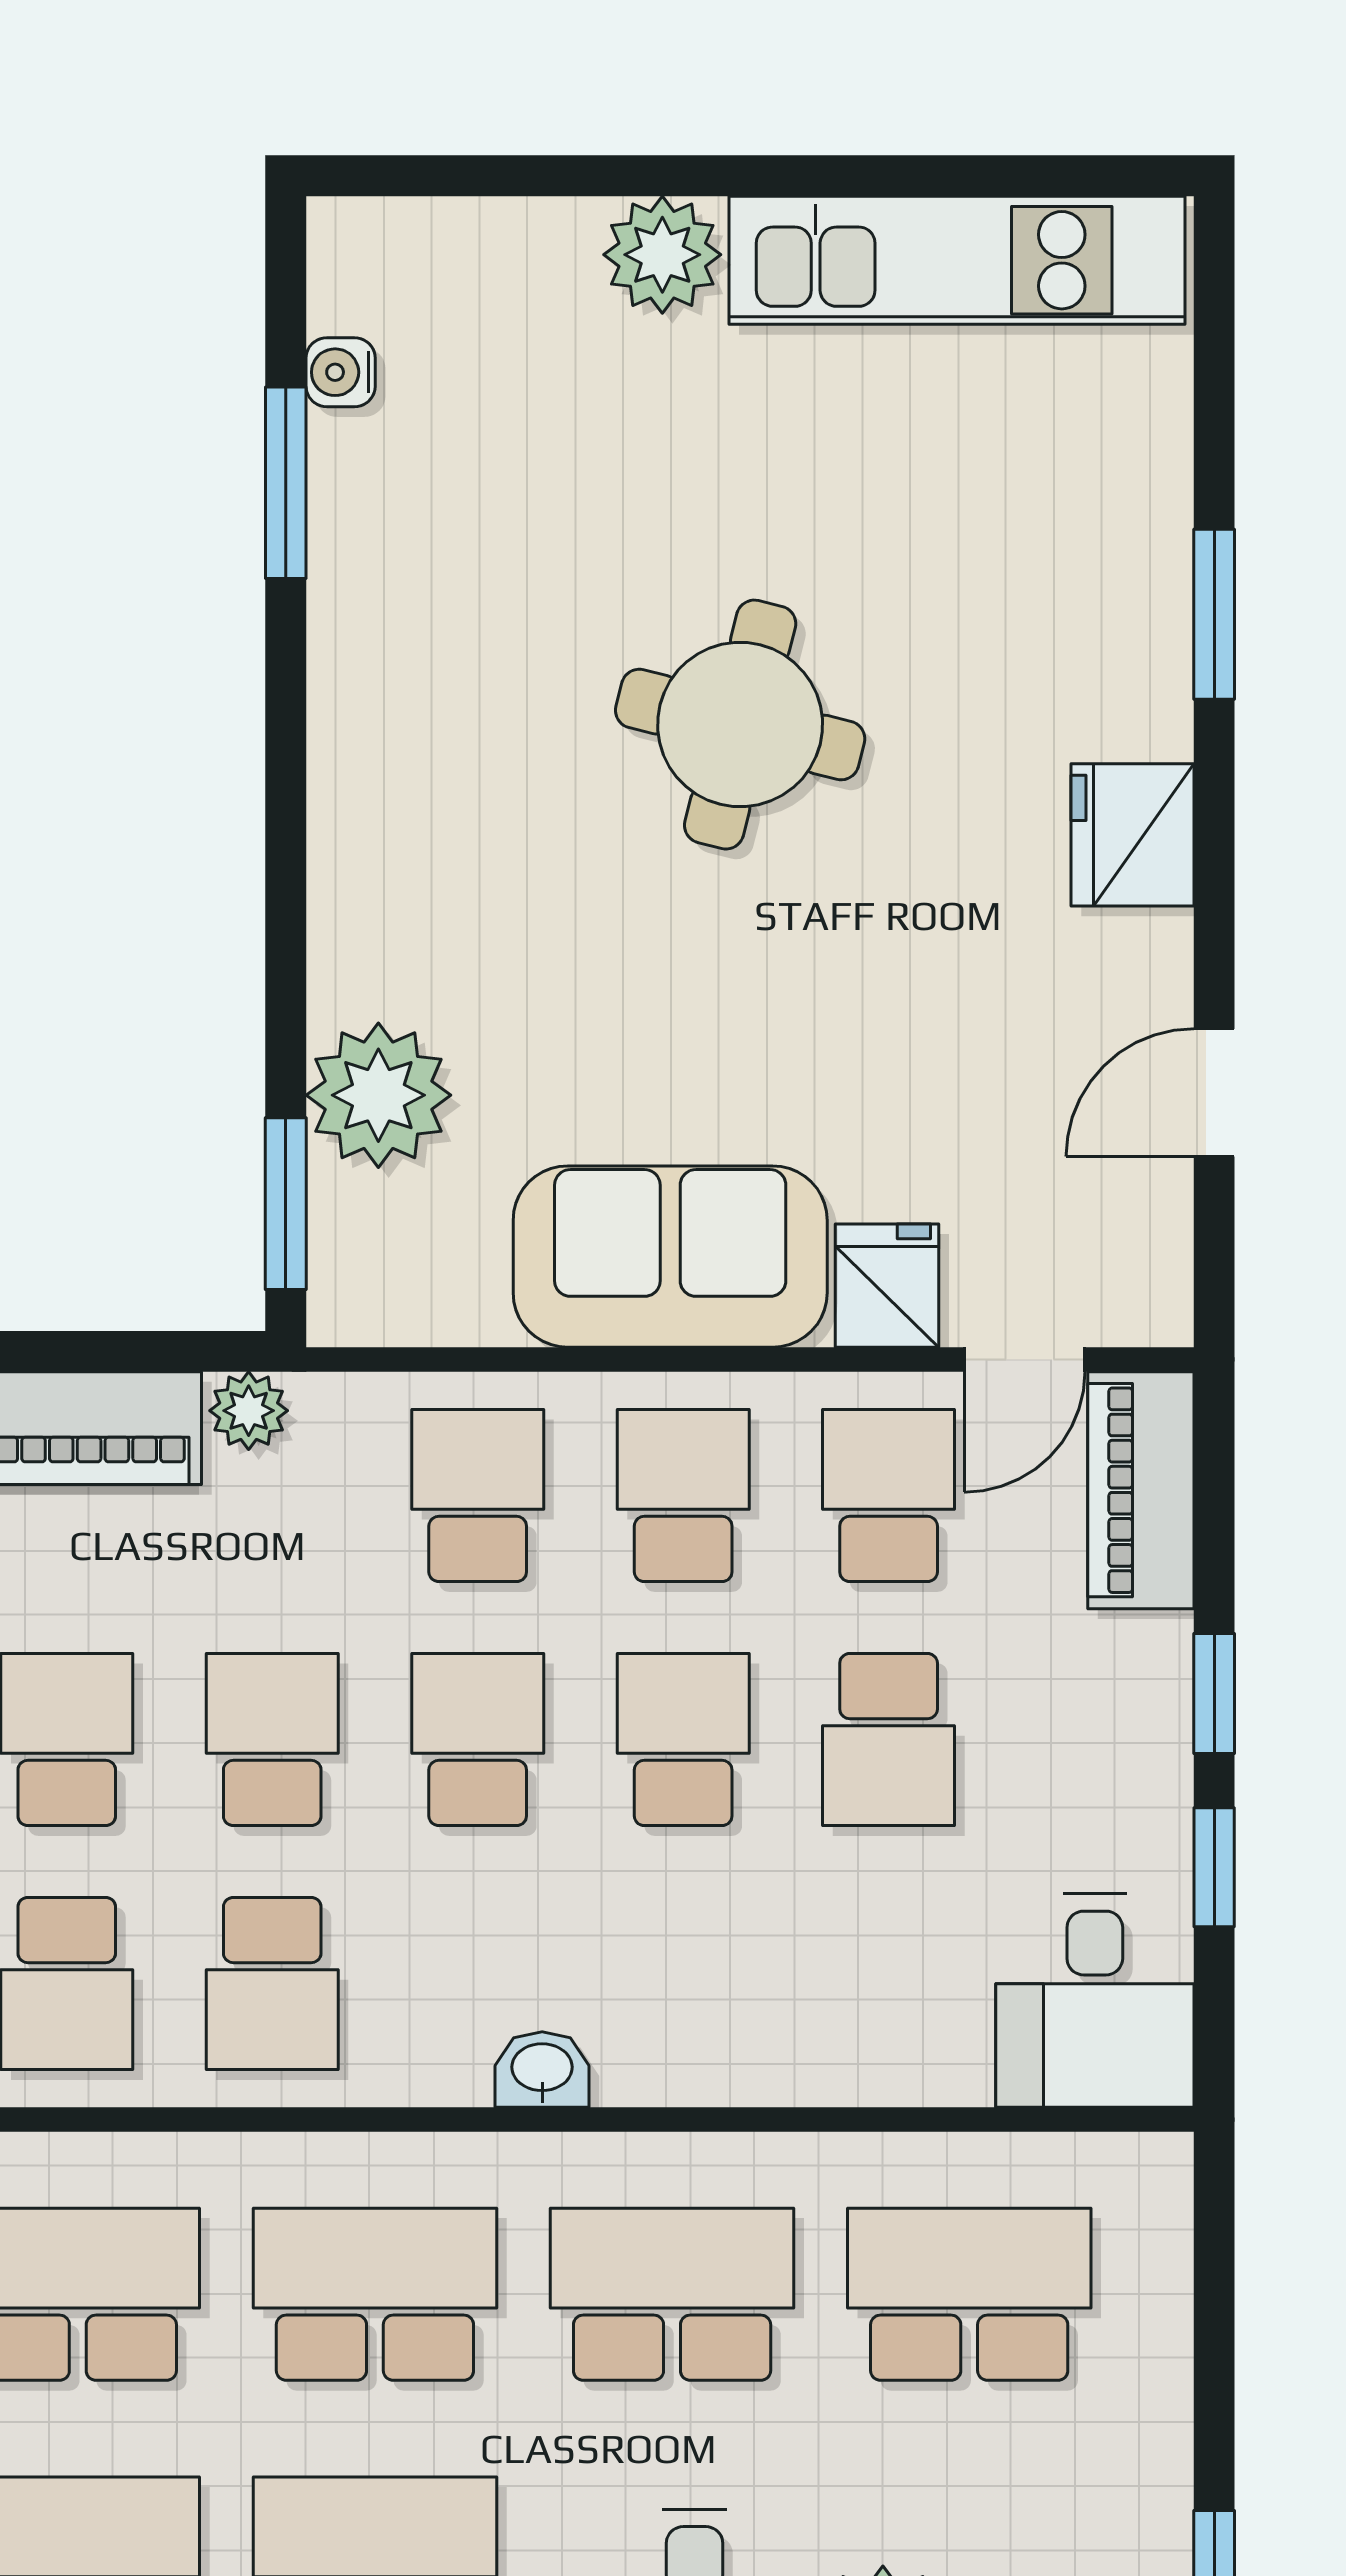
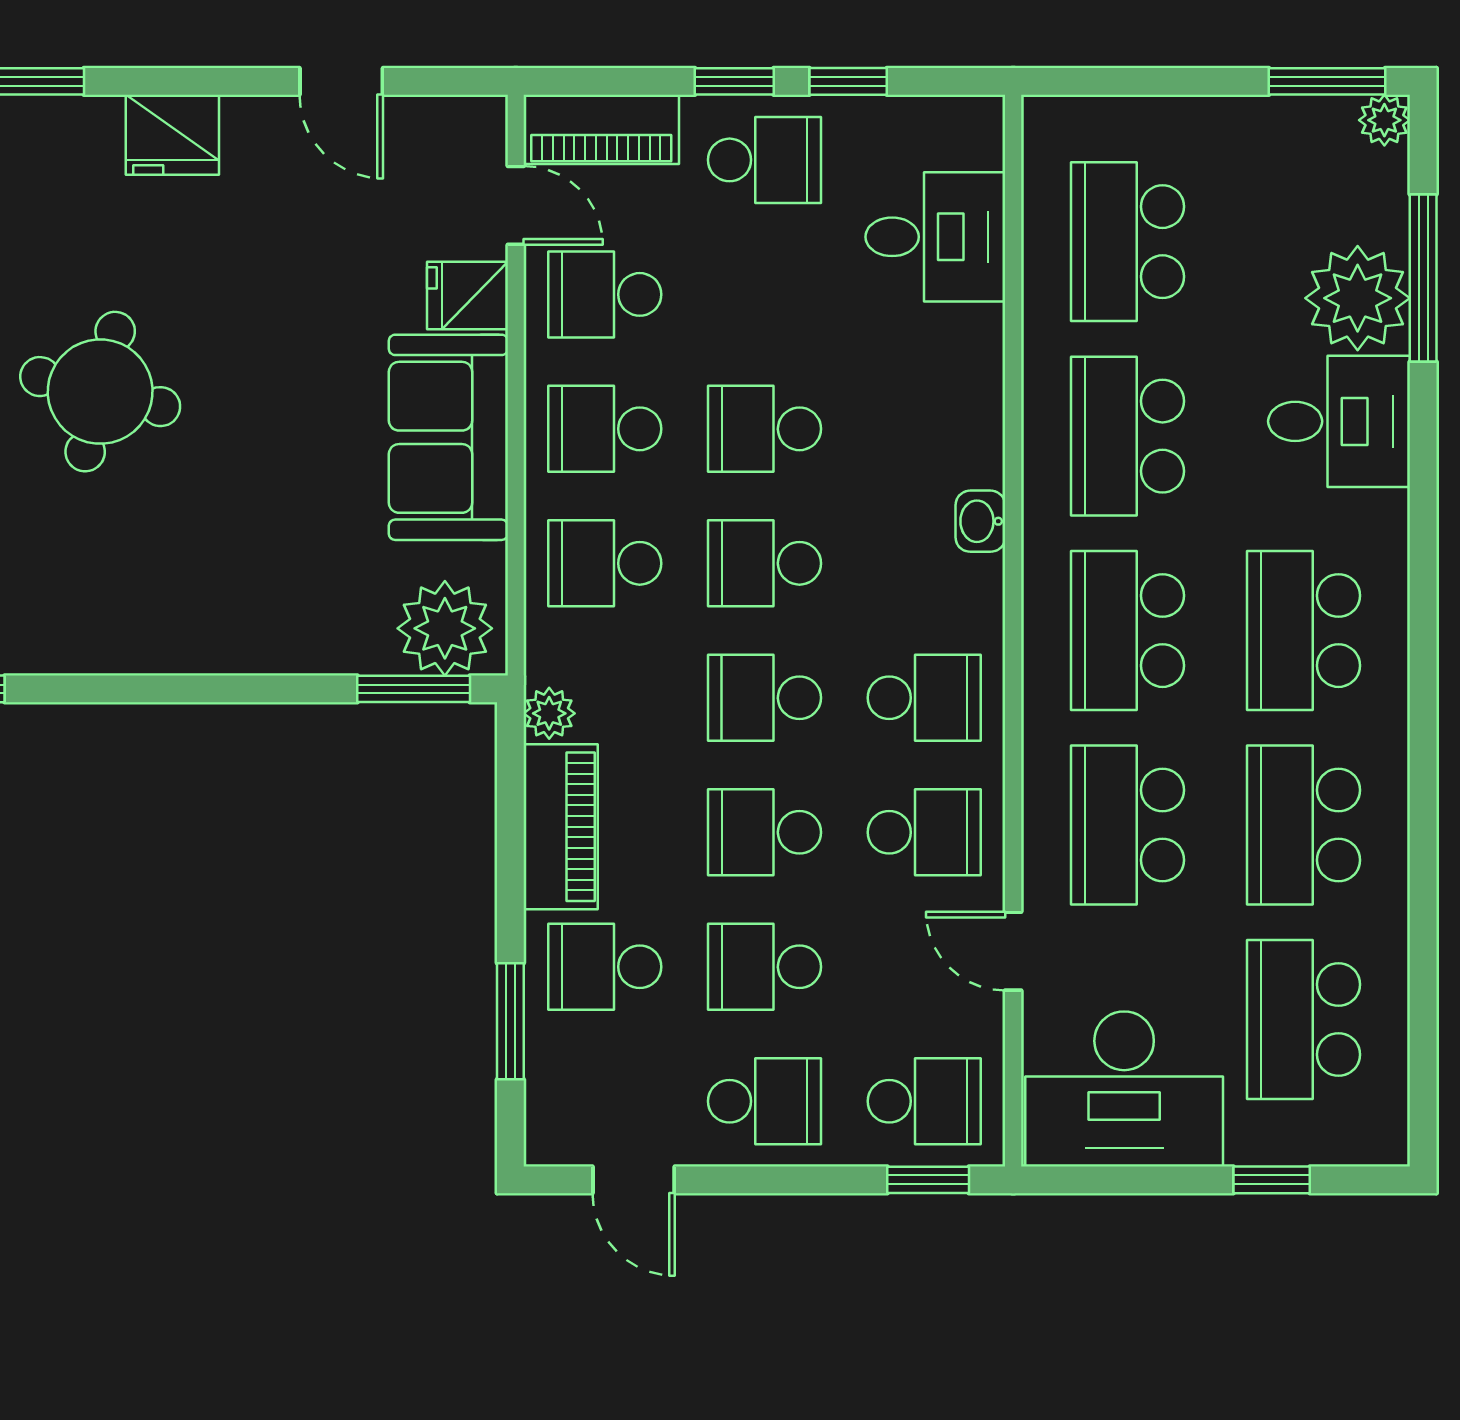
plant: (378, 1095) -> (445, 628), moved
school desk: (889, 1740) -> (764, 160), moved
desk: (1095, 2001) -> (935, 237), moved

